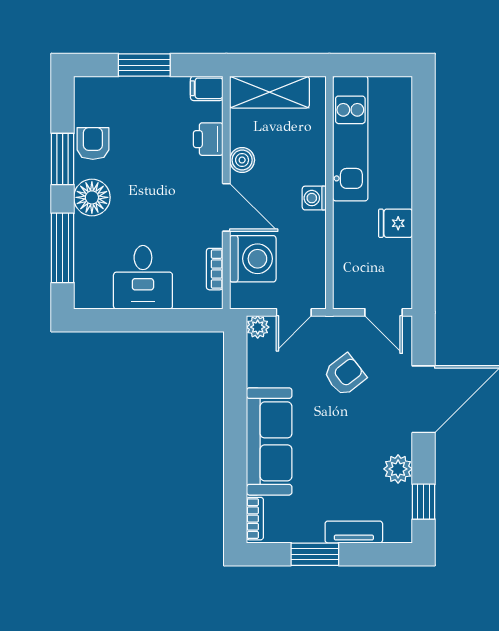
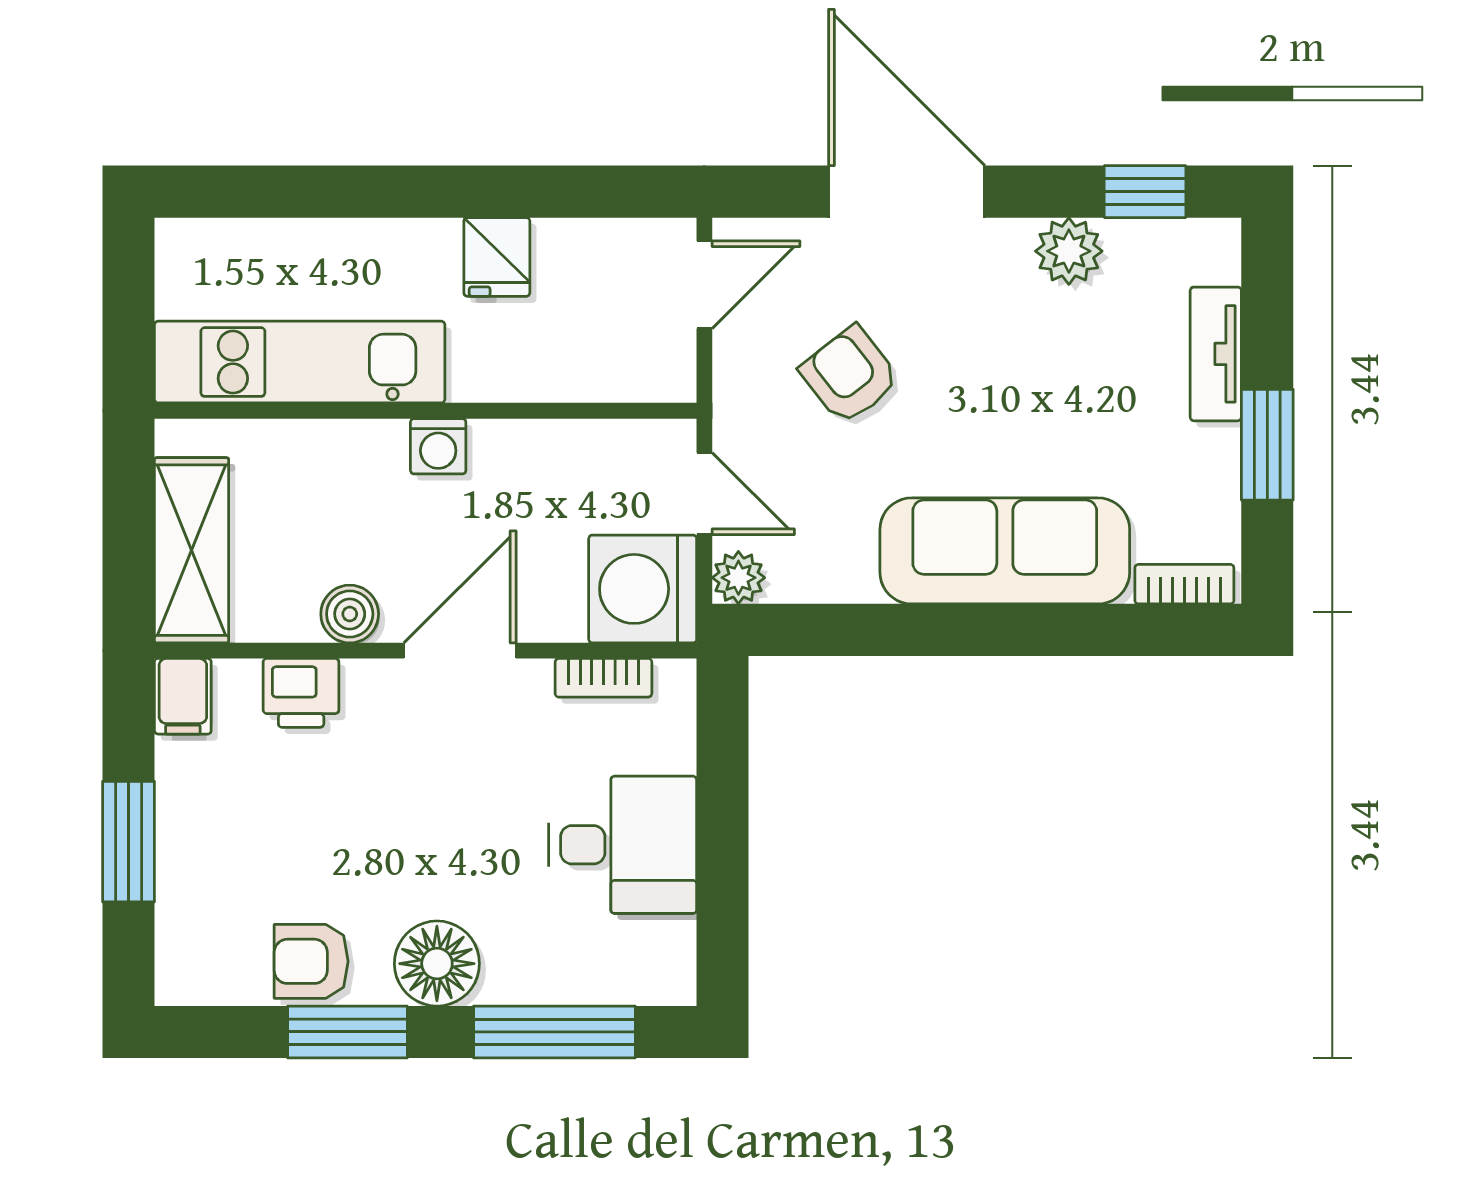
washing machine: (253, 259) -> (643, 589), moved, turned -90

